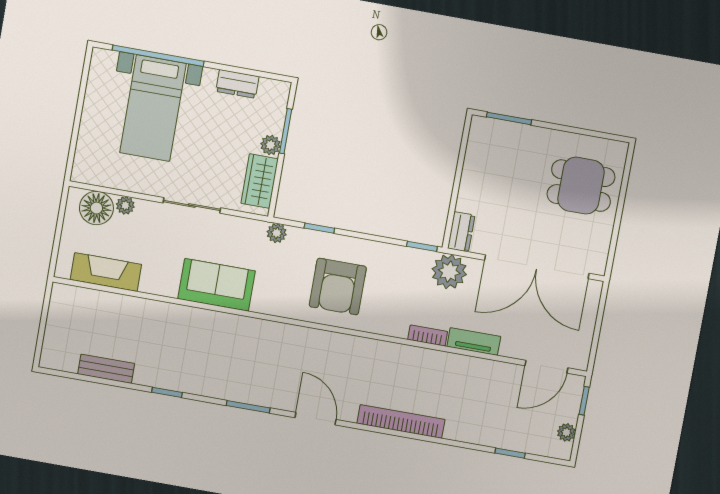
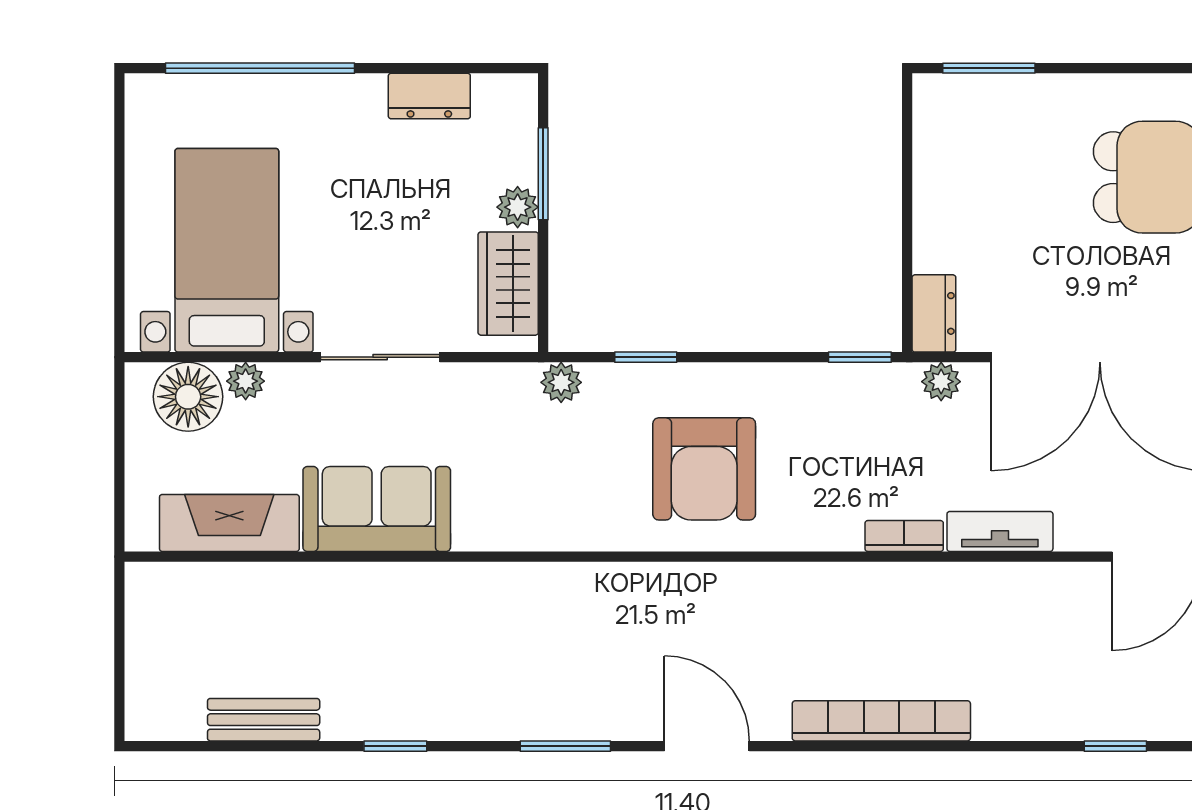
bed with nightstands: (153, 108) -> (227, 250), moved, turned 180
plant: (449, 272) -> (941, 382), width x0.53, depth x0.53
sofa: (217, 285) -> (377, 509), moved

